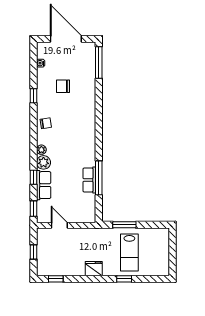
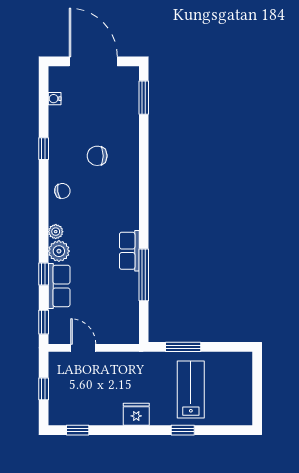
window: (99, 62) -> (144, 98), width x0.69
chair: (63, 86) -> (97, 156), moved
row of seats: (89, 180) -> (129, 251), moved
lab bench: (129, 253) -> (191, 390), turned 180

